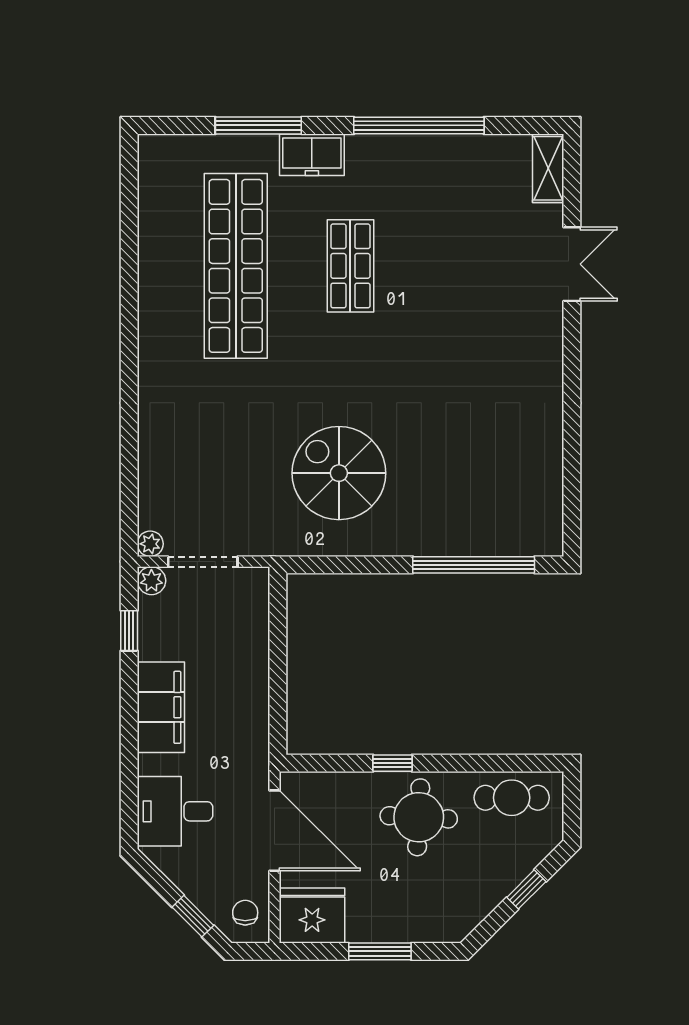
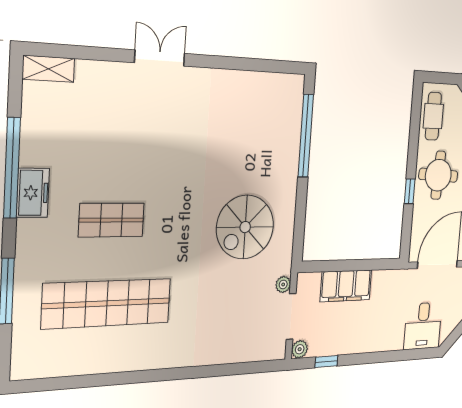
freezer: (312, 155) -> (33, 193), moved
double door: (572, 264) -> (160, 58), moved
plant: (150, 544) -> (283, 284), moved
filing cabinet: (161, 707) -> (346, 286), moved, turned 180

